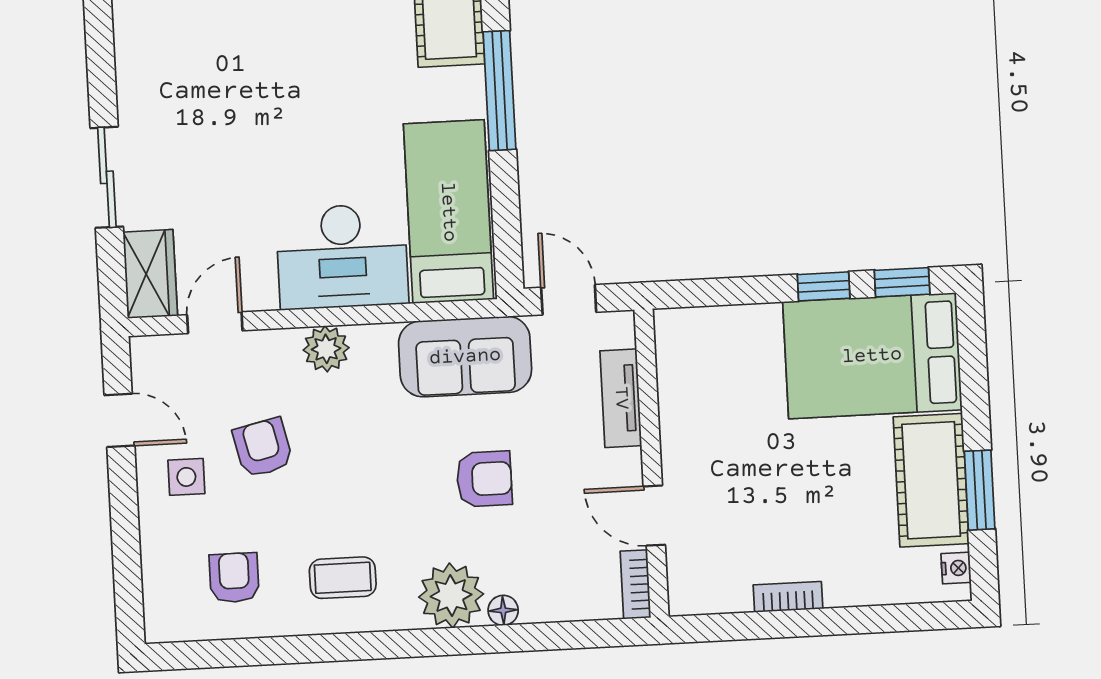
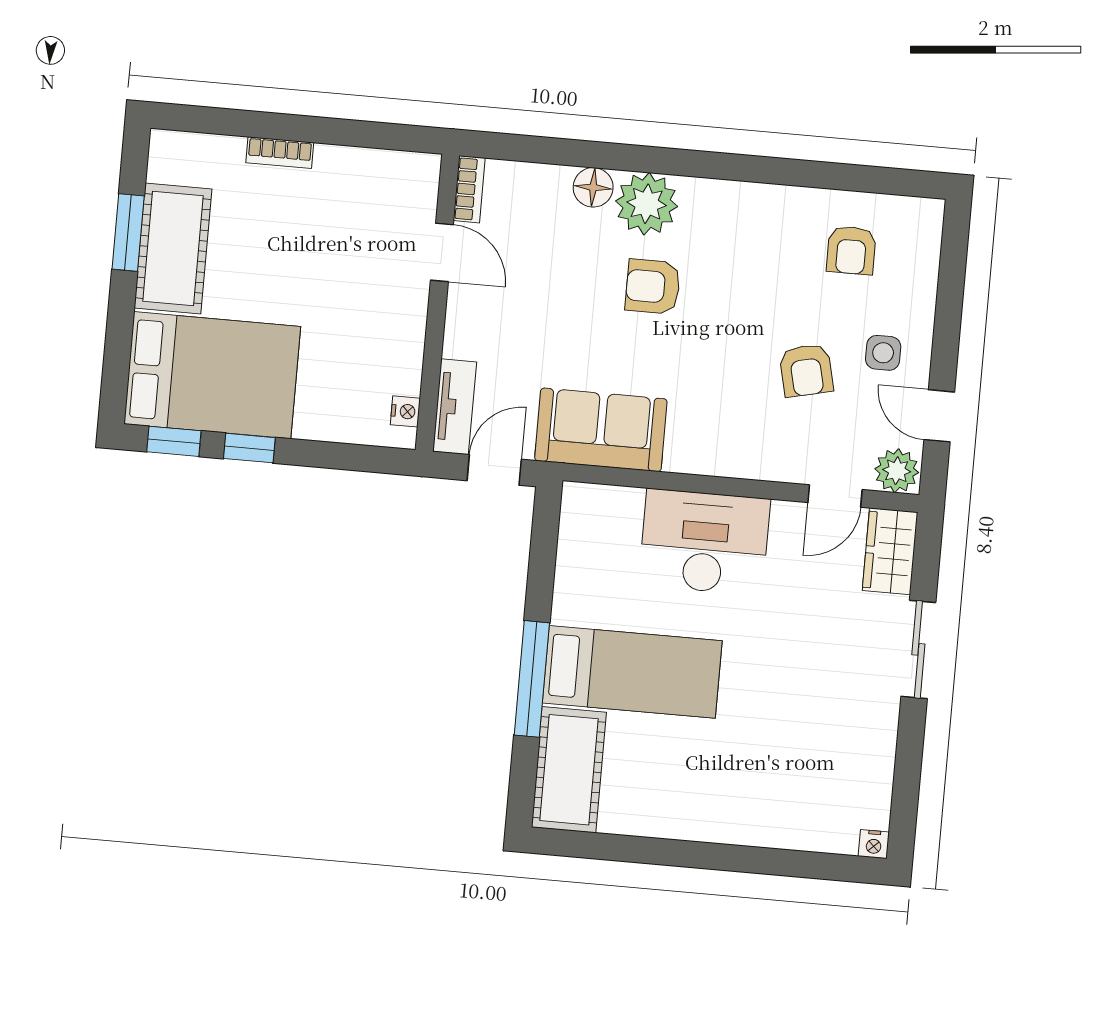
bed: (448, 212) -> (632, 672), moved, turned -90
door: (569, 300) -> (494, 470), swing flipped
plant: (326, 349) -> (897, 471), moved
tv unit: (621, 398) -> (455, 407), moved
armchair: (484, 479) -> (653, 287), moved
nightstand: (956, 568) -> (405, 411), moved, turned 180
coffee table: (343, 578) -> (748, 235), removed
bookcase: (788, 597) -> (280, 153), moved
floor lamp: (503, 610) -> (593, 187), width x1.37, depth x1.37

